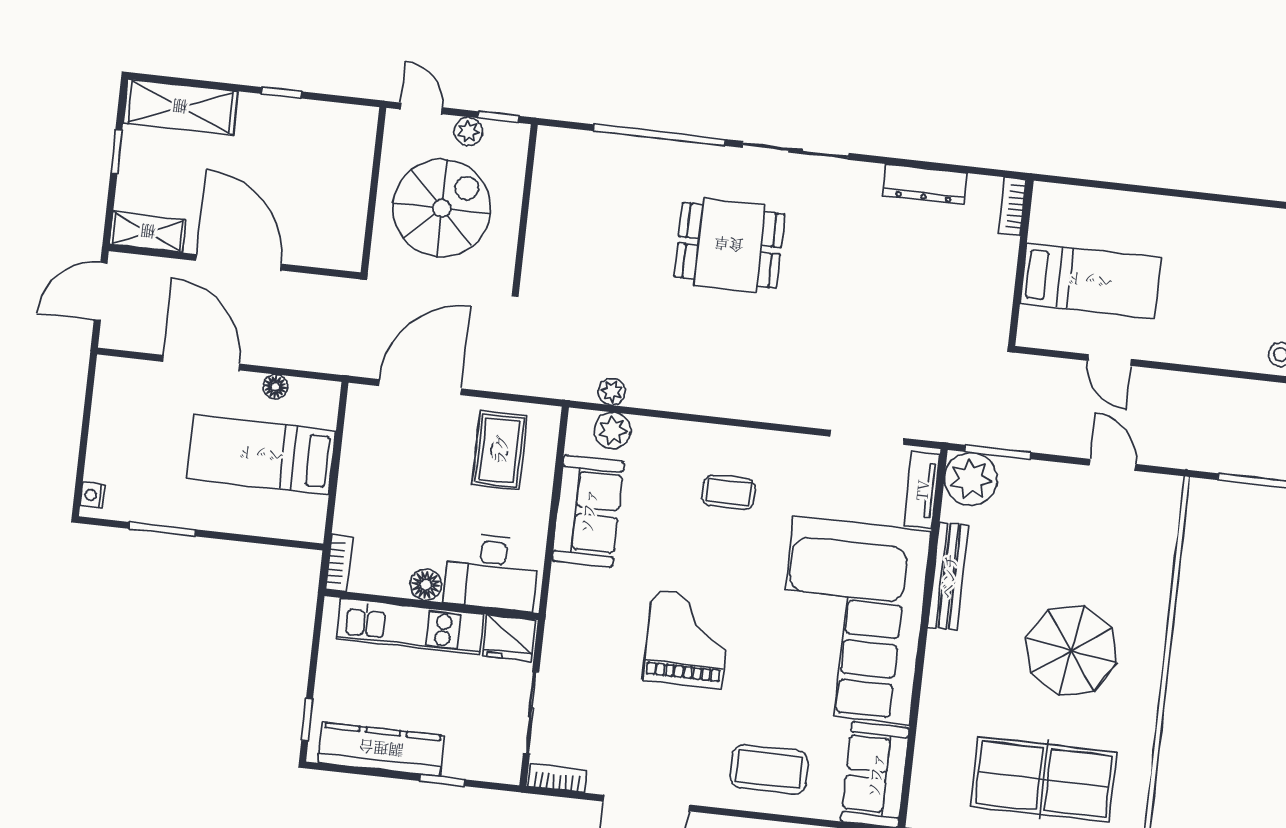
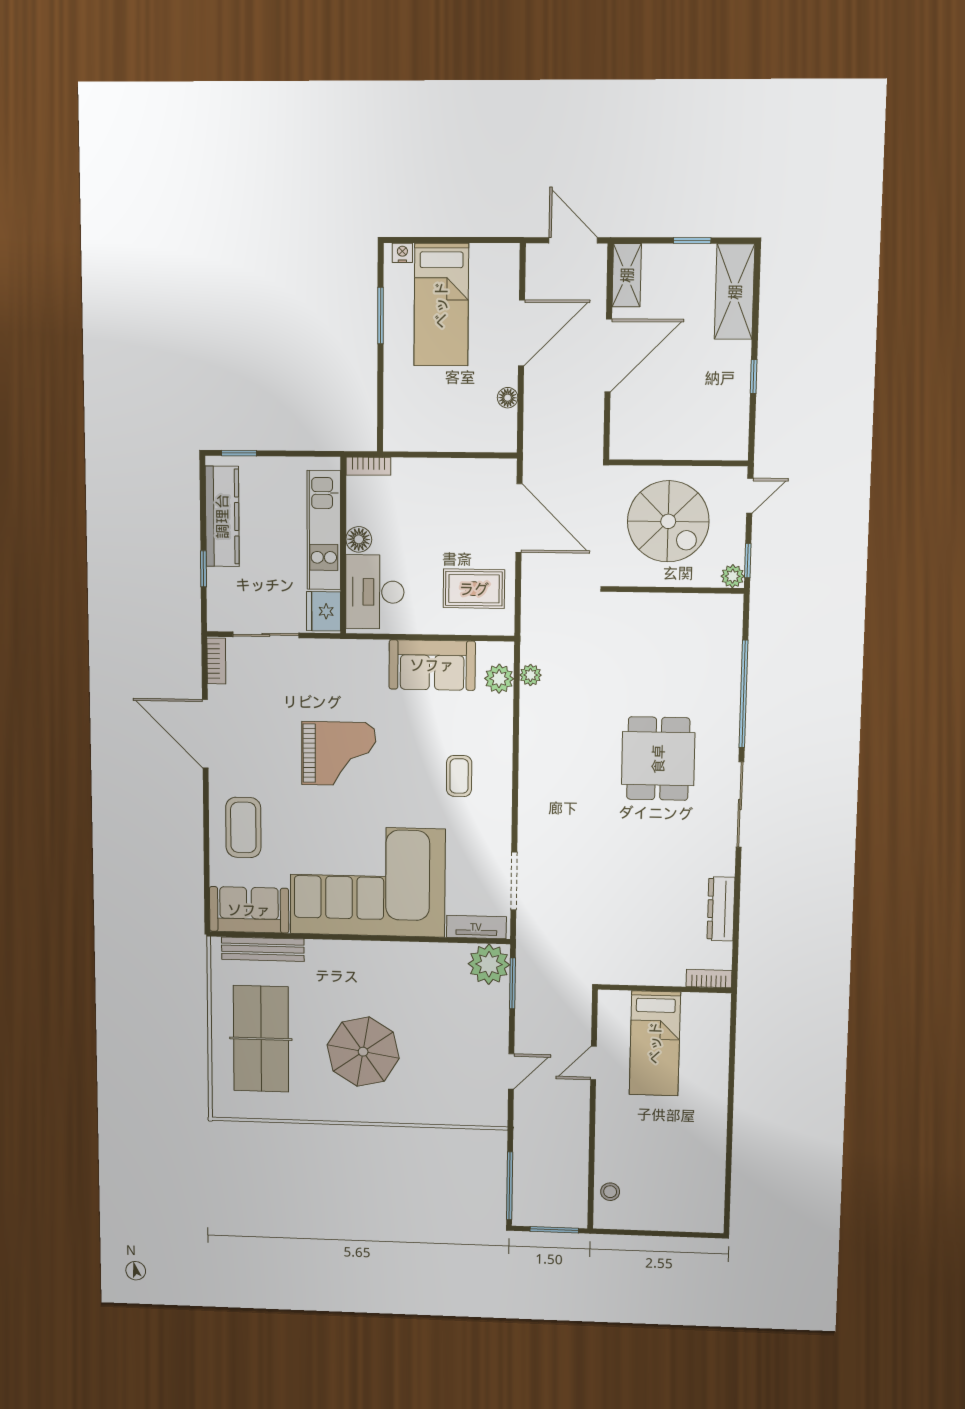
plant: (468, 131) -> (733, 576), moved
bed: (261, 455) -> (441, 305), moved, turned 180
bench: (948, 576) -> (263, 949), moved

